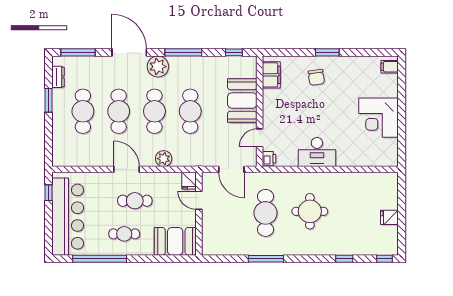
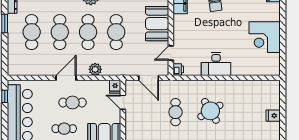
door: (127, 169) -> (66, 78), hinge flipped
round table: (310, 211) -> (210, 111), turned -31
cafe table: (266, 213) -> (176, 112), width x0.73, depth x0.74

